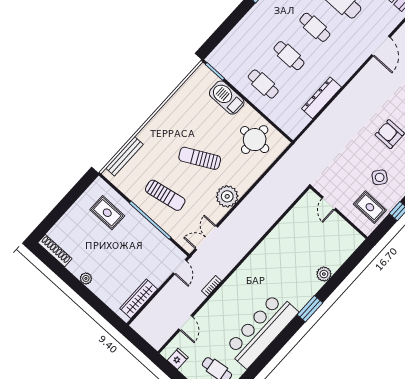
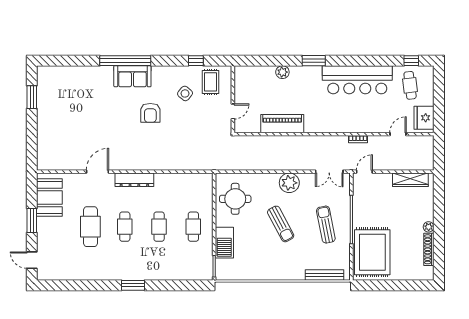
dresser: (321, 98) -> (134, 180), moved
rug: (107, 213) -> (372, 252), width x1.86, depth x2.06
piano: (281, 235) -> (282, 124), added
shoe rack: (55, 251) -> (429, 249), moved
fridge: (178, 359) -> (424, 118), width x1.88, depth x1.34

